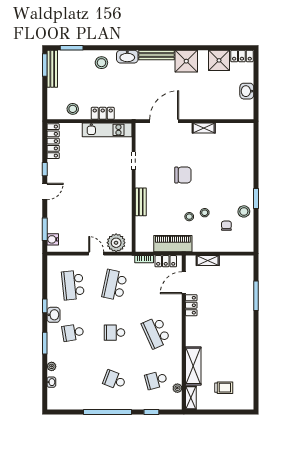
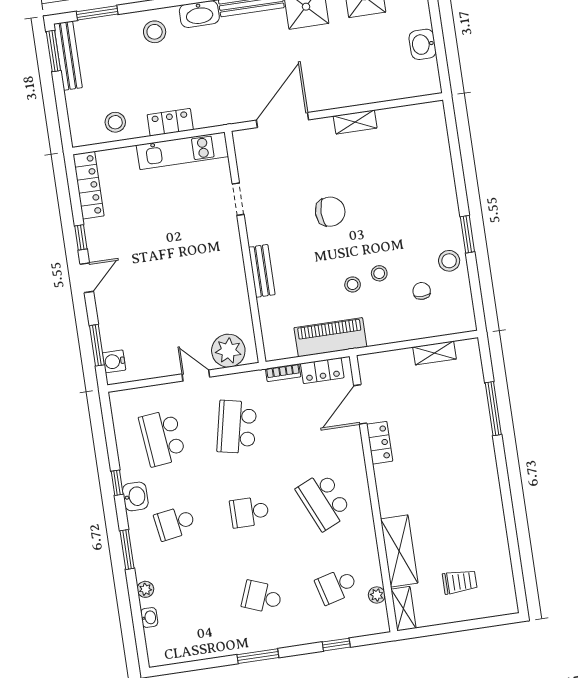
shelving: (208, 261) -> (434, 353), moved
window: (108, 412) -> (258, 656), width x0.47

